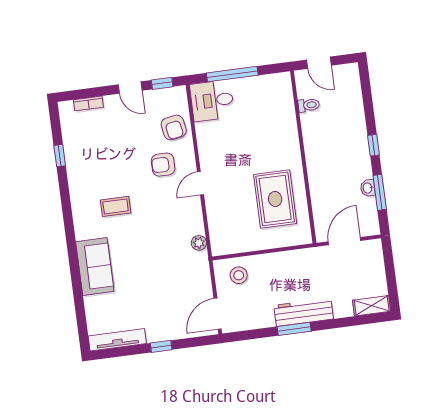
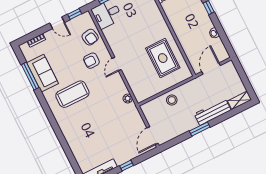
window: (60, 156) -> (30, 76), width x2.17
window: (380, 192) -> (222, 33), removed
coffee table: (116, 206) -> (72, 94), width x1.86, depth x1.72
sofa: (95, 267) -> (43, 73), moved
stool: (239, 275) -> (172, 100), moved
workbench: (304, 312) -> (213, 112), moved

